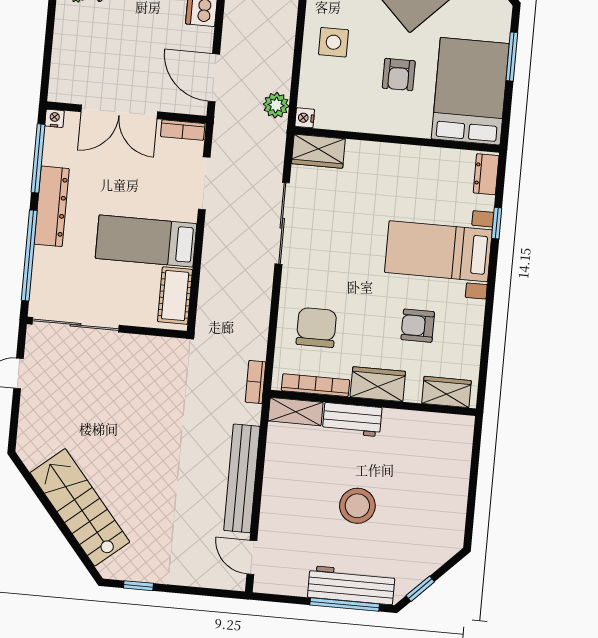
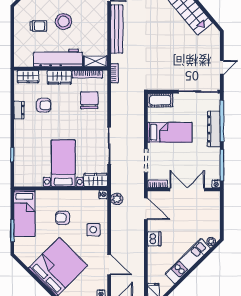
armchair: (399, 75) -> (63, 218), turned -90
bed: (470, 91) -> (24, 213), width x0.67
dresser: (486, 174) -> (19, 110), moved
dresser: (52, 206) -> (214, 129), moved
bed with nightstands: (438, 251) -> (63, 163), moved, turned -90
cot: (175, 296) -> (160, 100), moved, turned 90
chair: (316, 328) -> (89, 100), turned 180
workbench: (352, 420) -> (58, 58), width x1.88, depth x1.32
trolley: (414, 501) -> (38, 26), added

